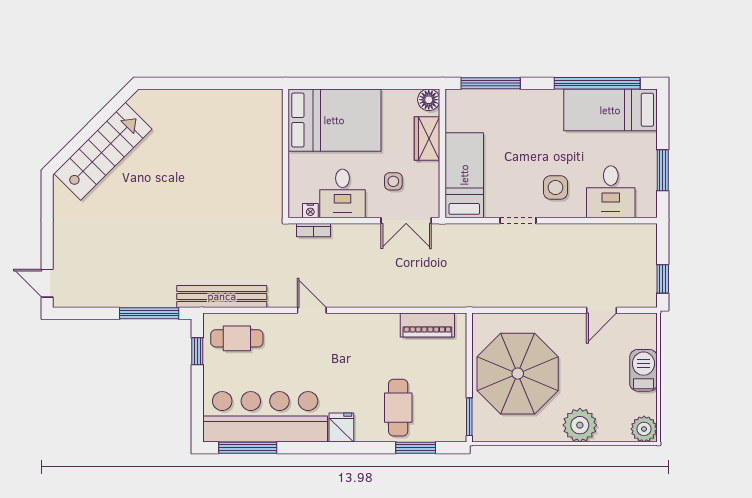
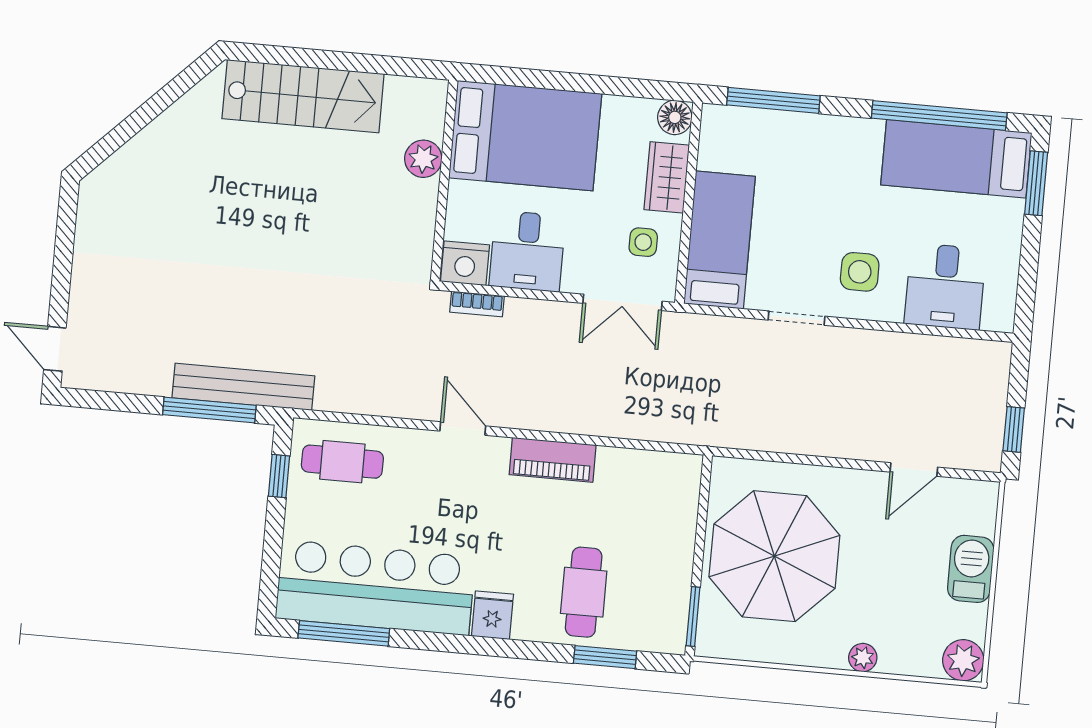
plant: (271, 141) -> (423, 159), added
stairs: (103, 151) -> (303, 96), moved, turned 45
window: (663, 170) -> (1036, 183), moved
side table: (393, 181) -> (643, 242), moved
nightstand: (310, 211) -> (465, 263), width x1.89, depth x1.79
bench: (222, 296) -> (243, 387), moved
piano: (427, 325) -> (553, 460), moved
plant: (580, 425) -> (863, 658), width x0.53, depth x0.53

